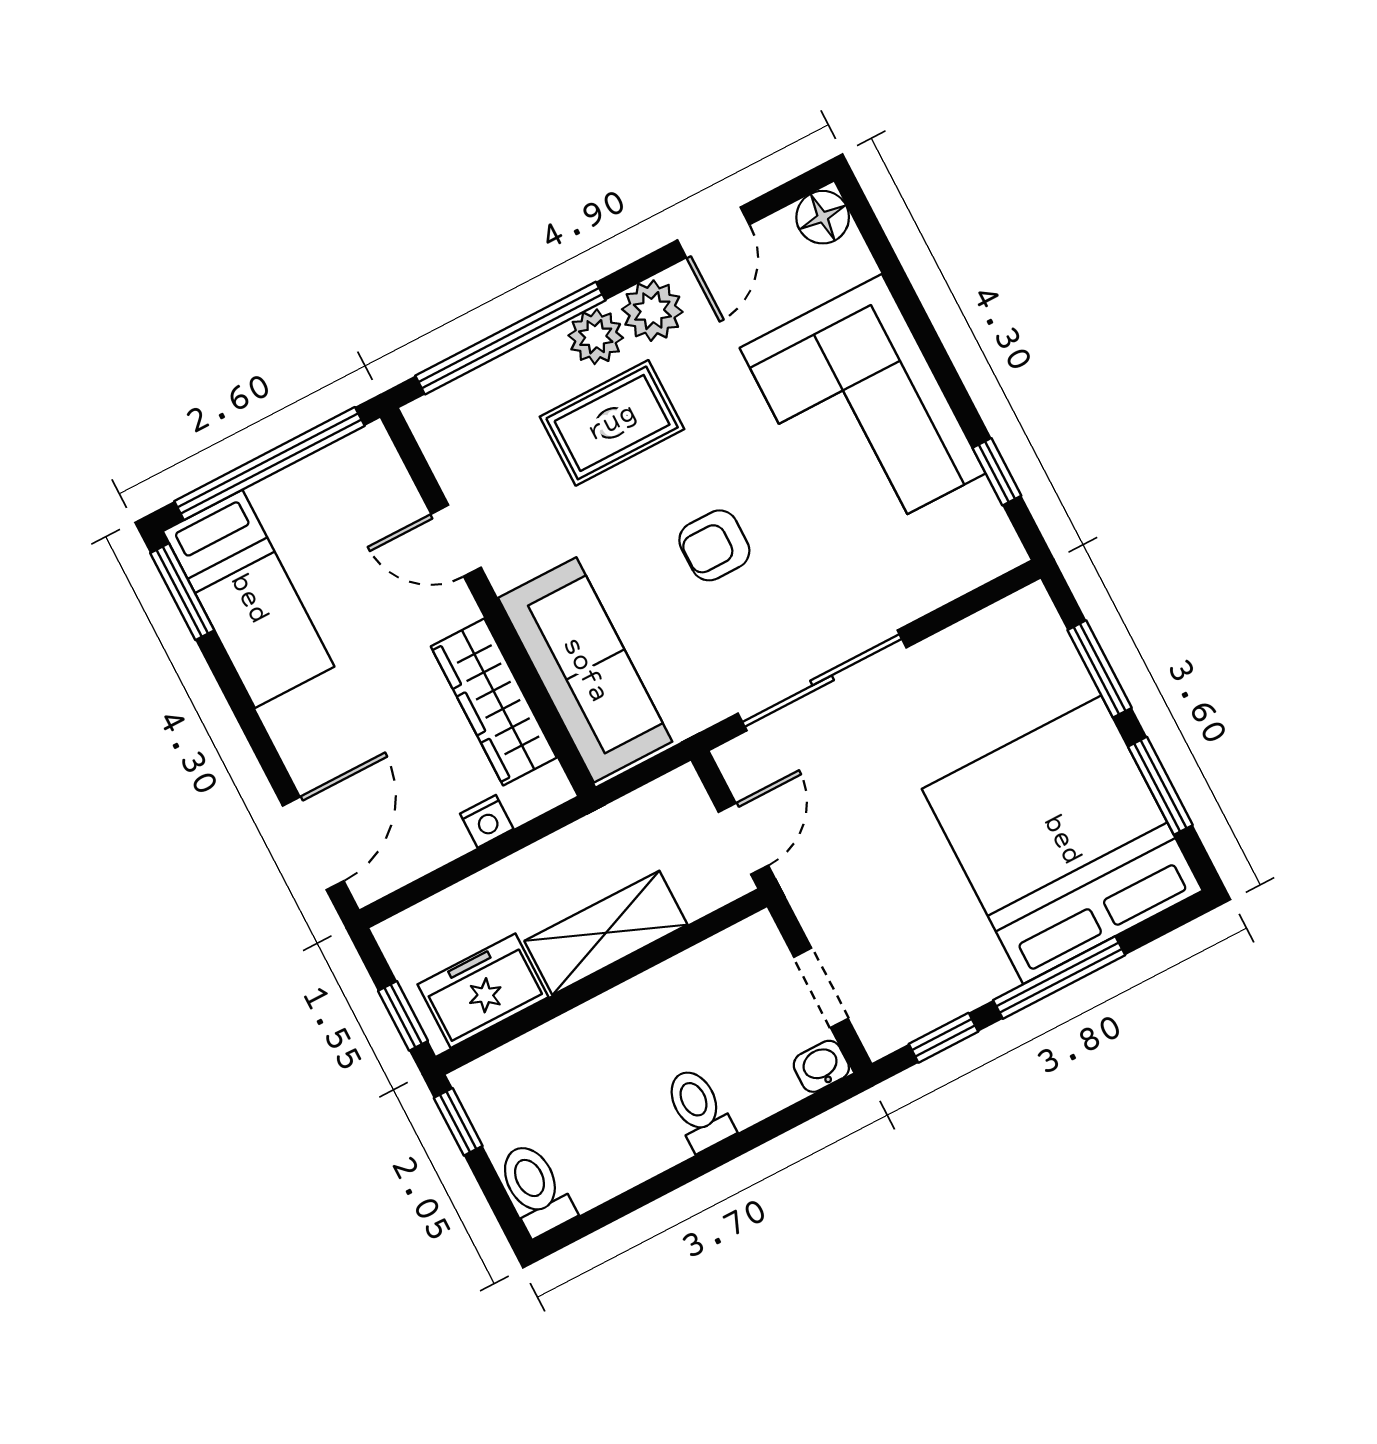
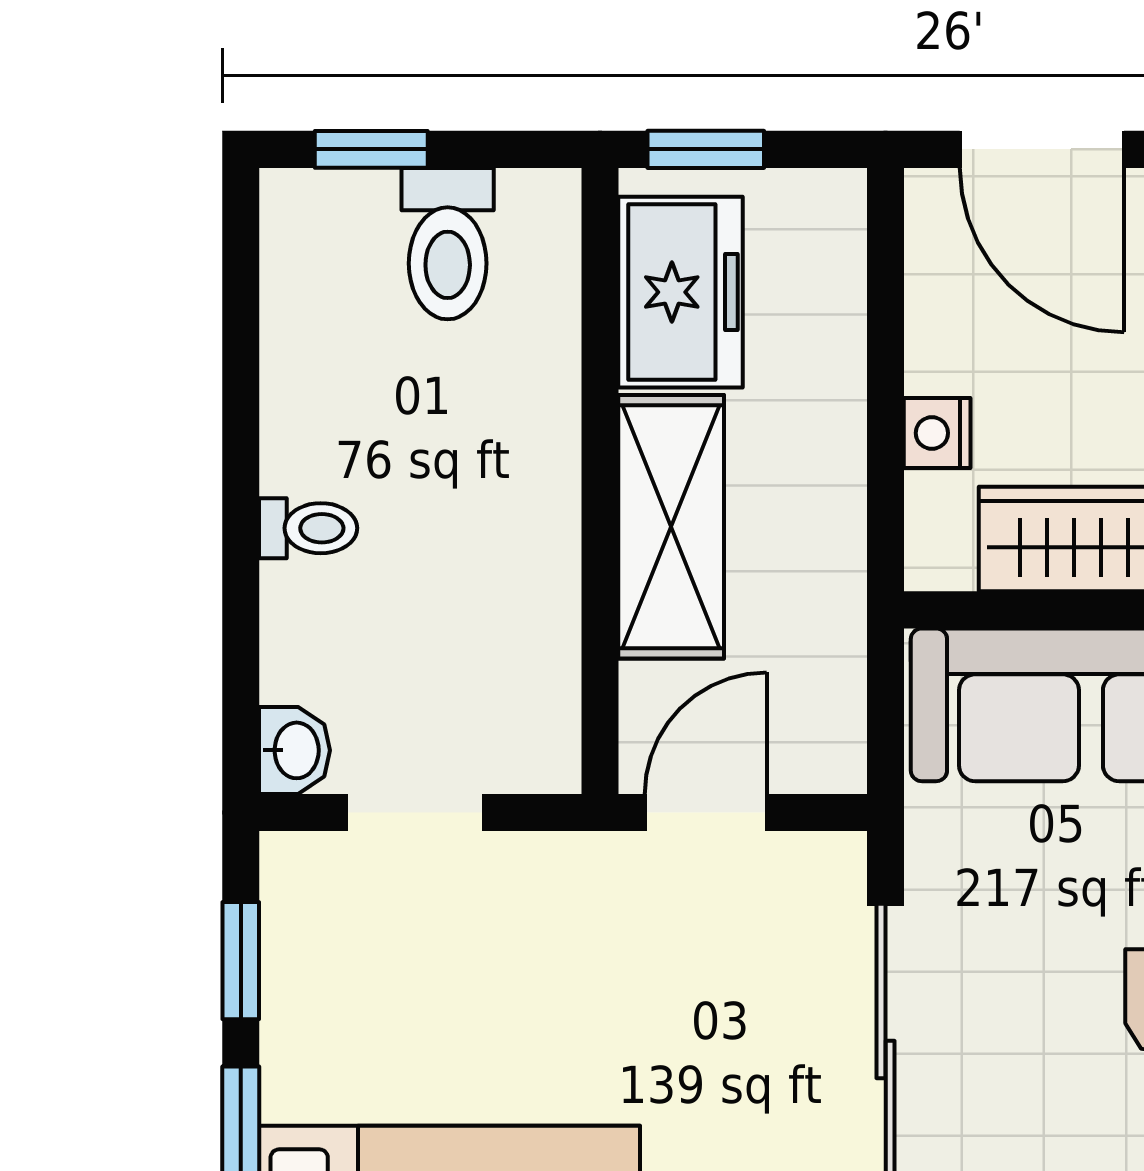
door: (743, 839) -> (706, 813), swing flipped
toilet: (699, 1109) -> (308, 528), width x0.73, depth x0.72
window: (458, 1122) -> (371, 149), moved
toilet: (535, 1189) -> (448, 244), moved, turned 90

